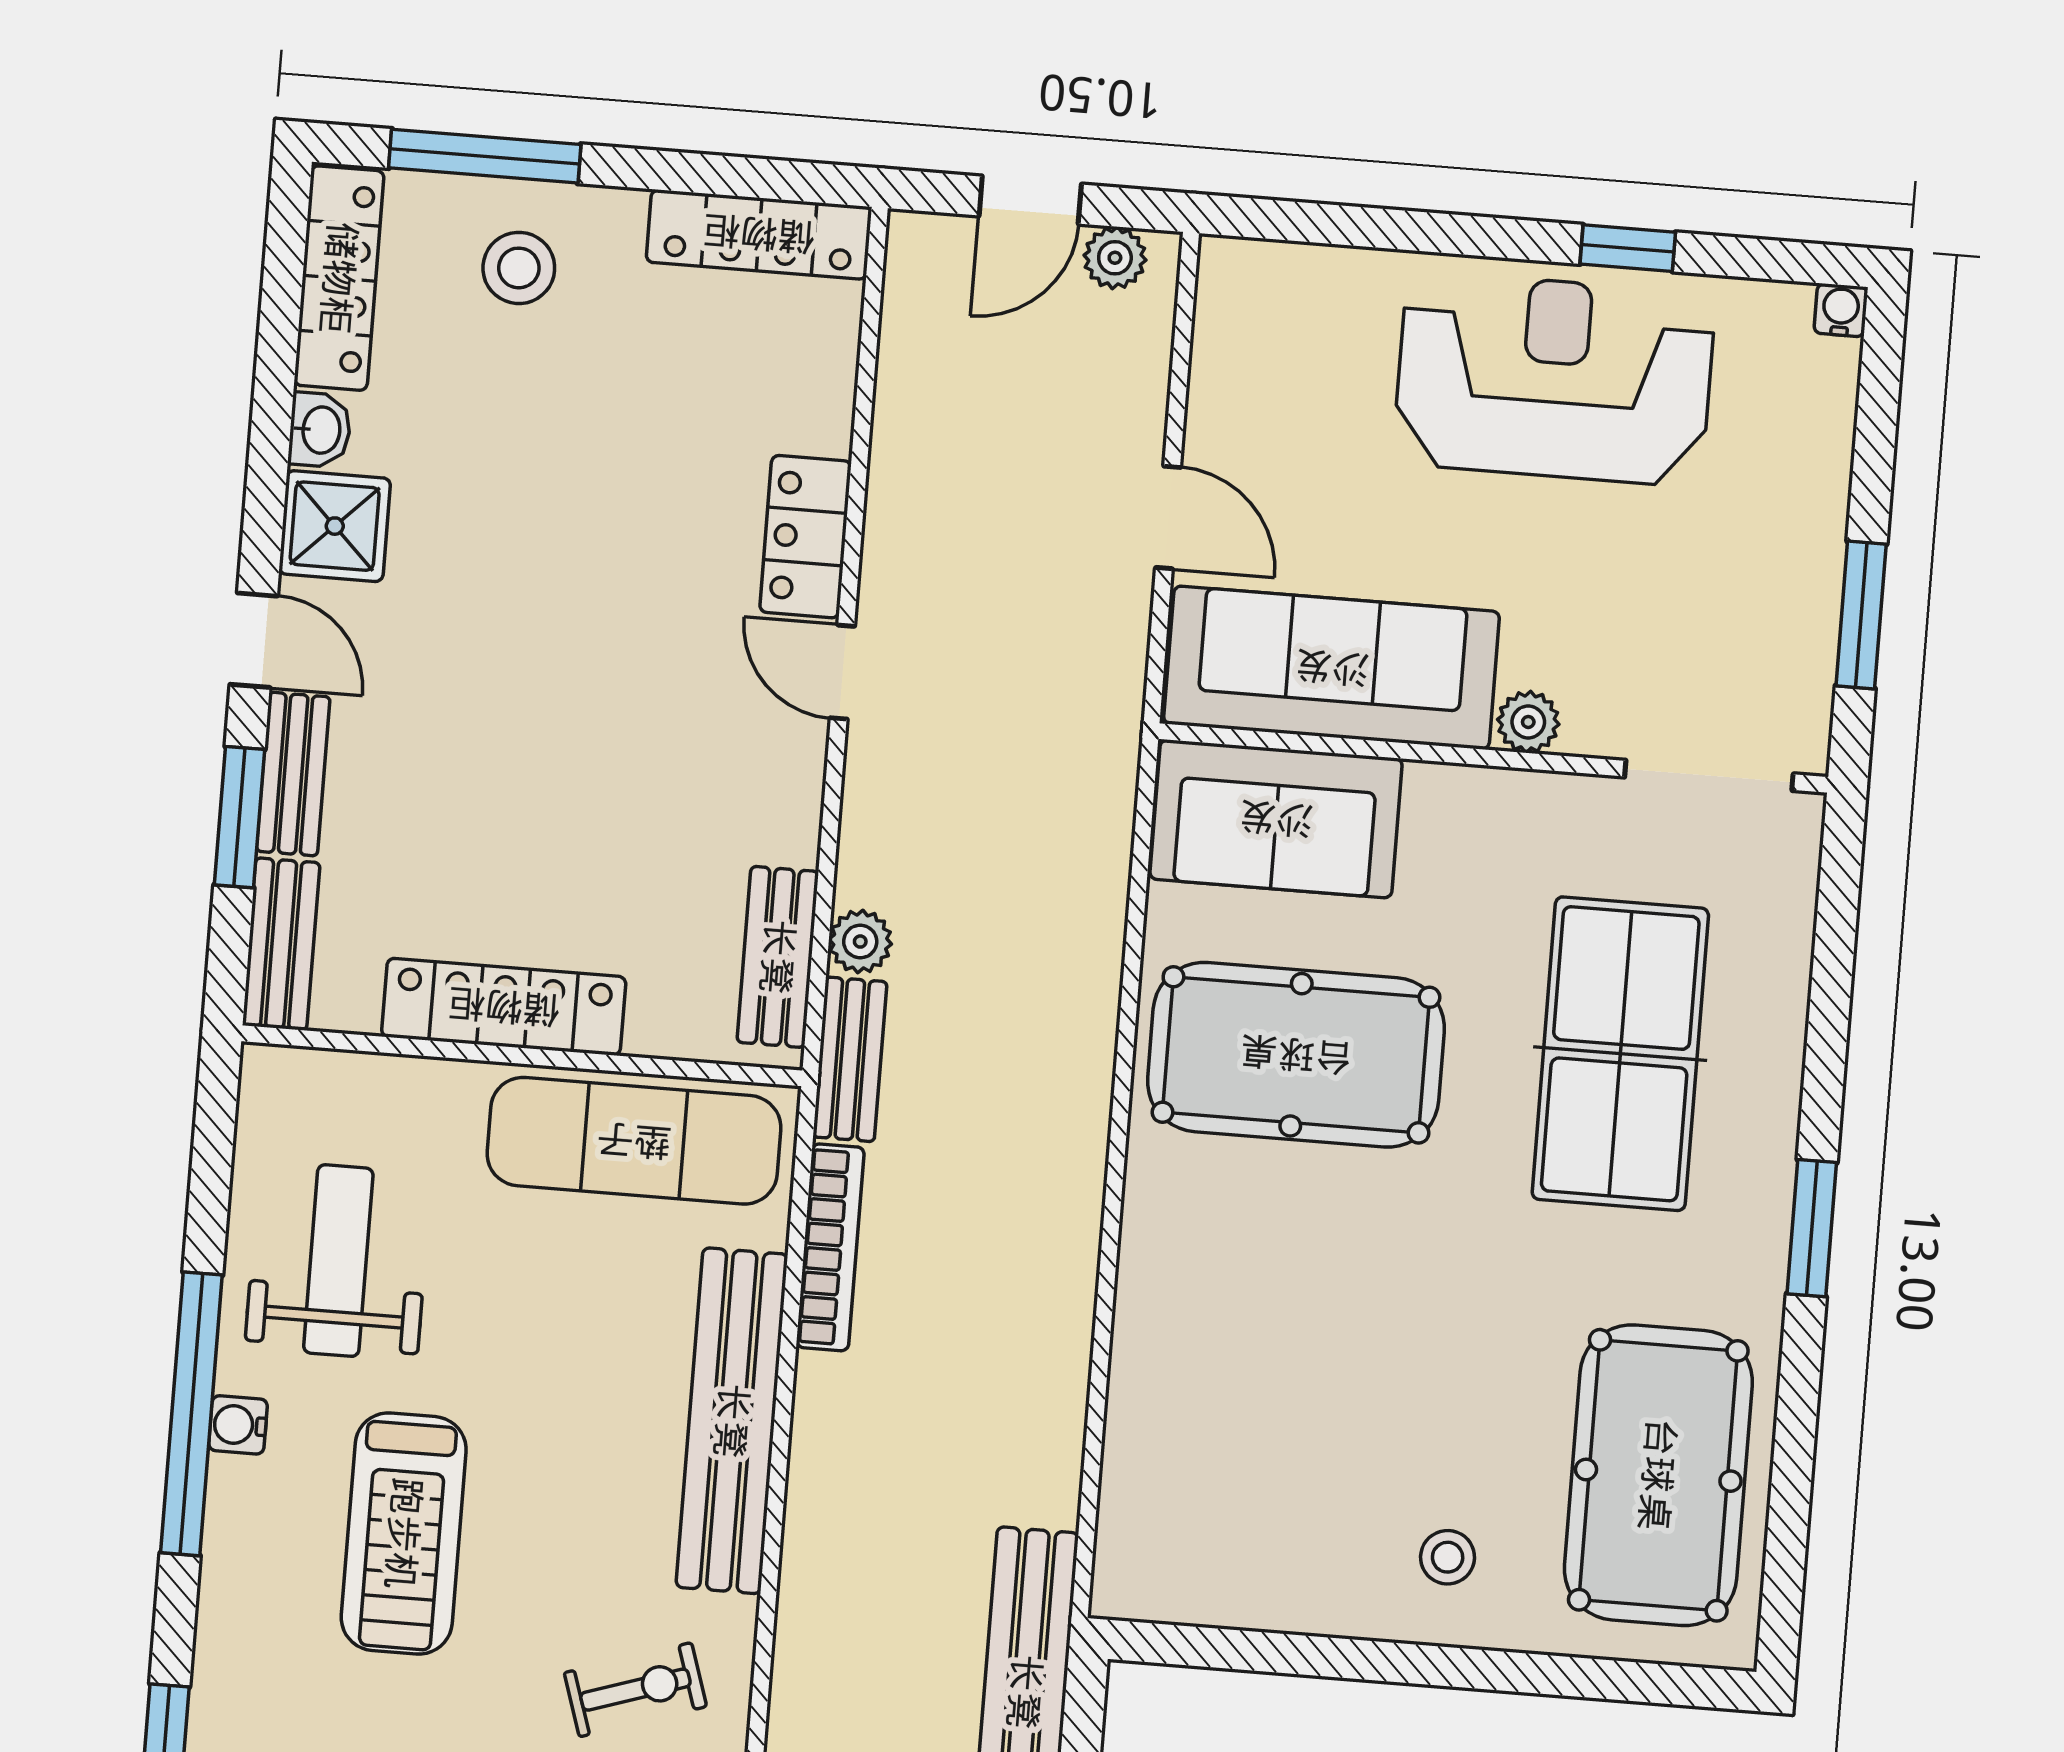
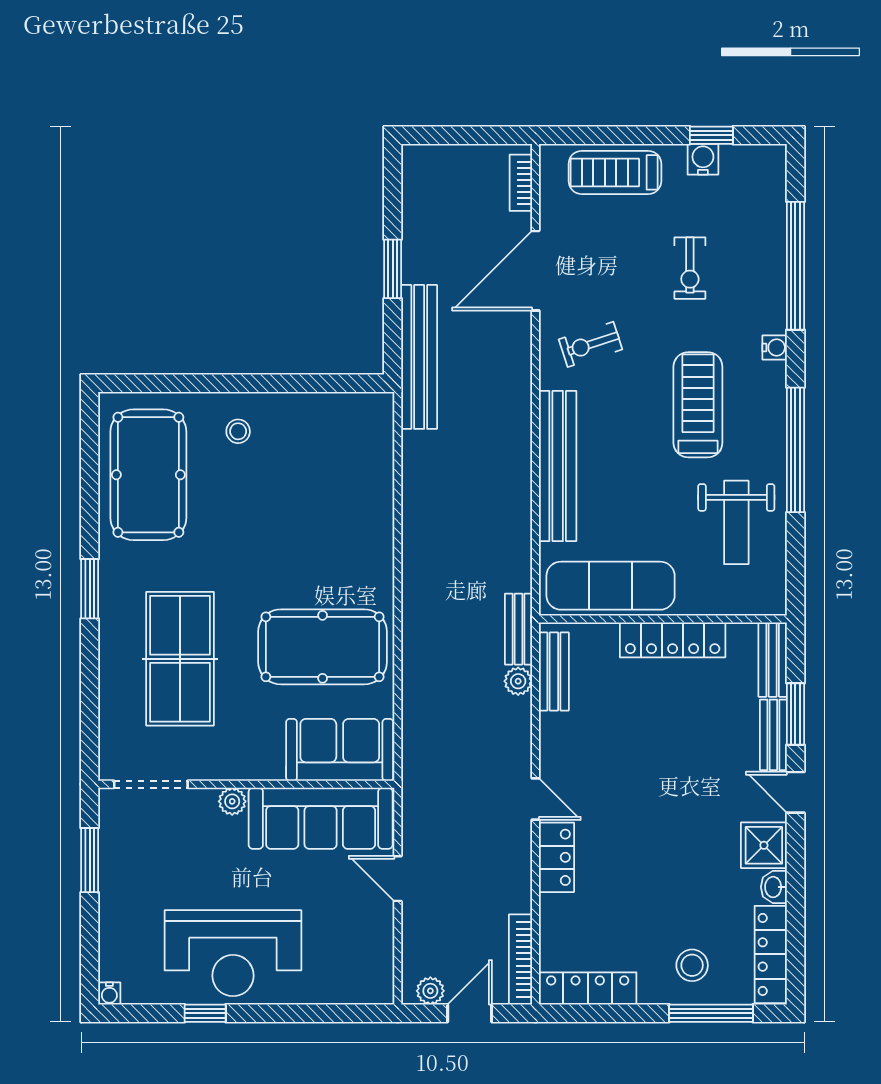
bookcase: (830, 1247) -> (521, 959), moved
water cooler: (238, 1425) -> (775, 348), moved

